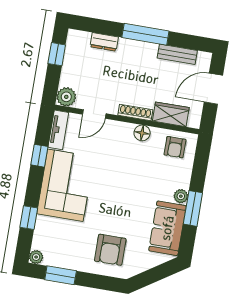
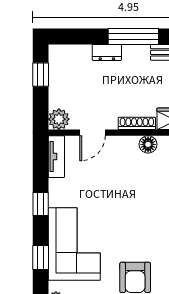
dresser: (104, 42) -> (107, 52), moved
window: (39, 156) -> (41, 204), moved
corner sofa: (65, 185) -> (74, 244), moved

